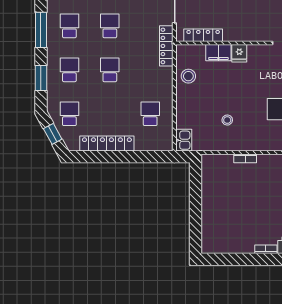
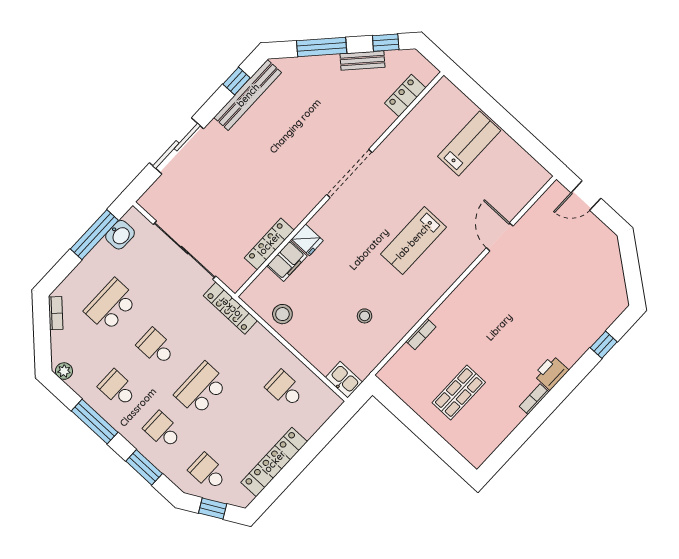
locker: (203, 35) -> (269, 244), moved
school desk: (110, 70) -> (201, 389), width x1.85
shop shelf: (233, 207) -> (459, 393), added

